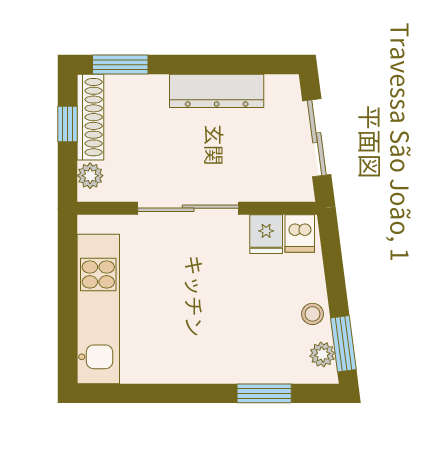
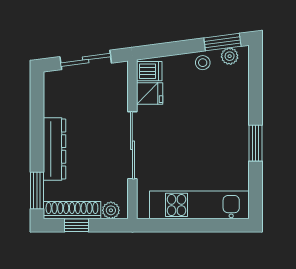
dresser: (217, 91) -> (55, 149), moved
window: (264, 393) -> (255, 143), moved

